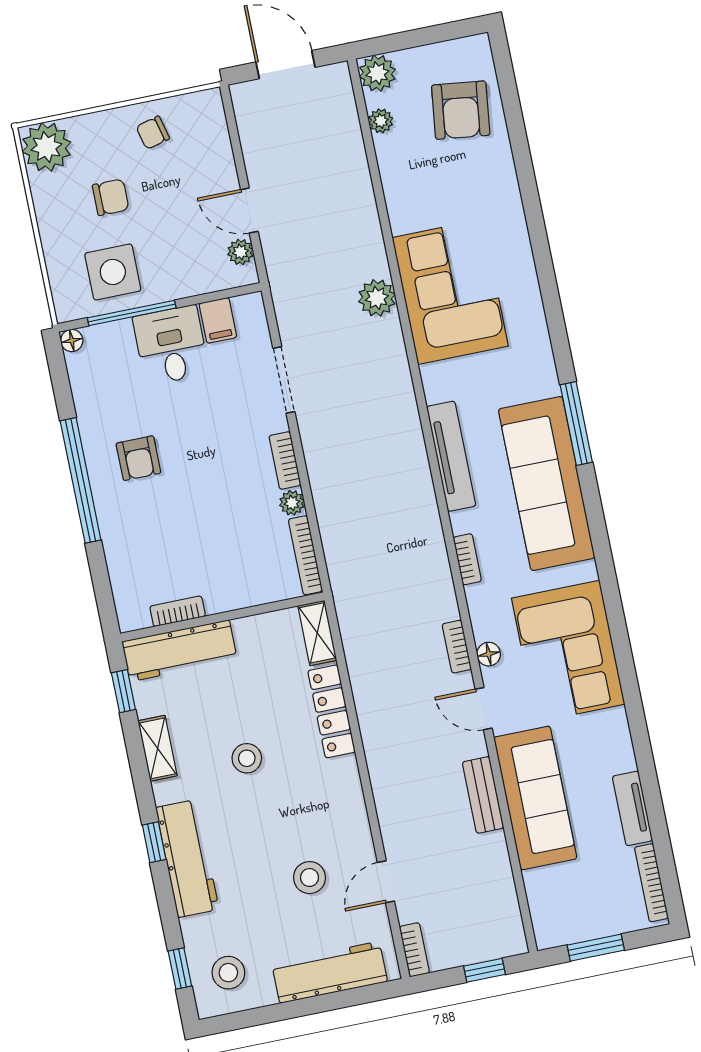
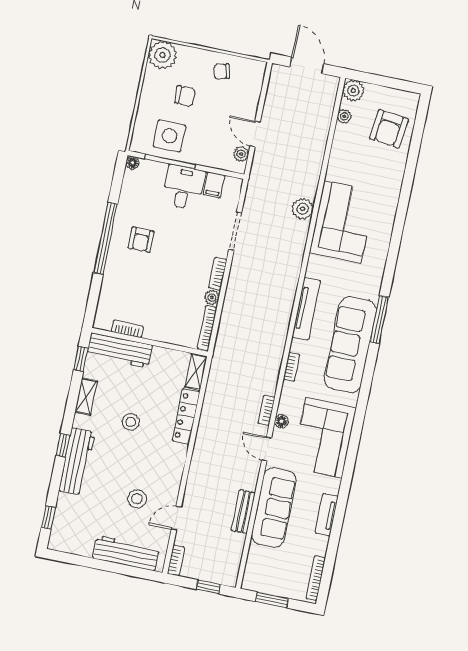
bench: (483, 795) -> (243, 512), moved
tv unit: (632, 808) -> (327, 515), moved
stool: (228, 973) -> (73, 531), removed

